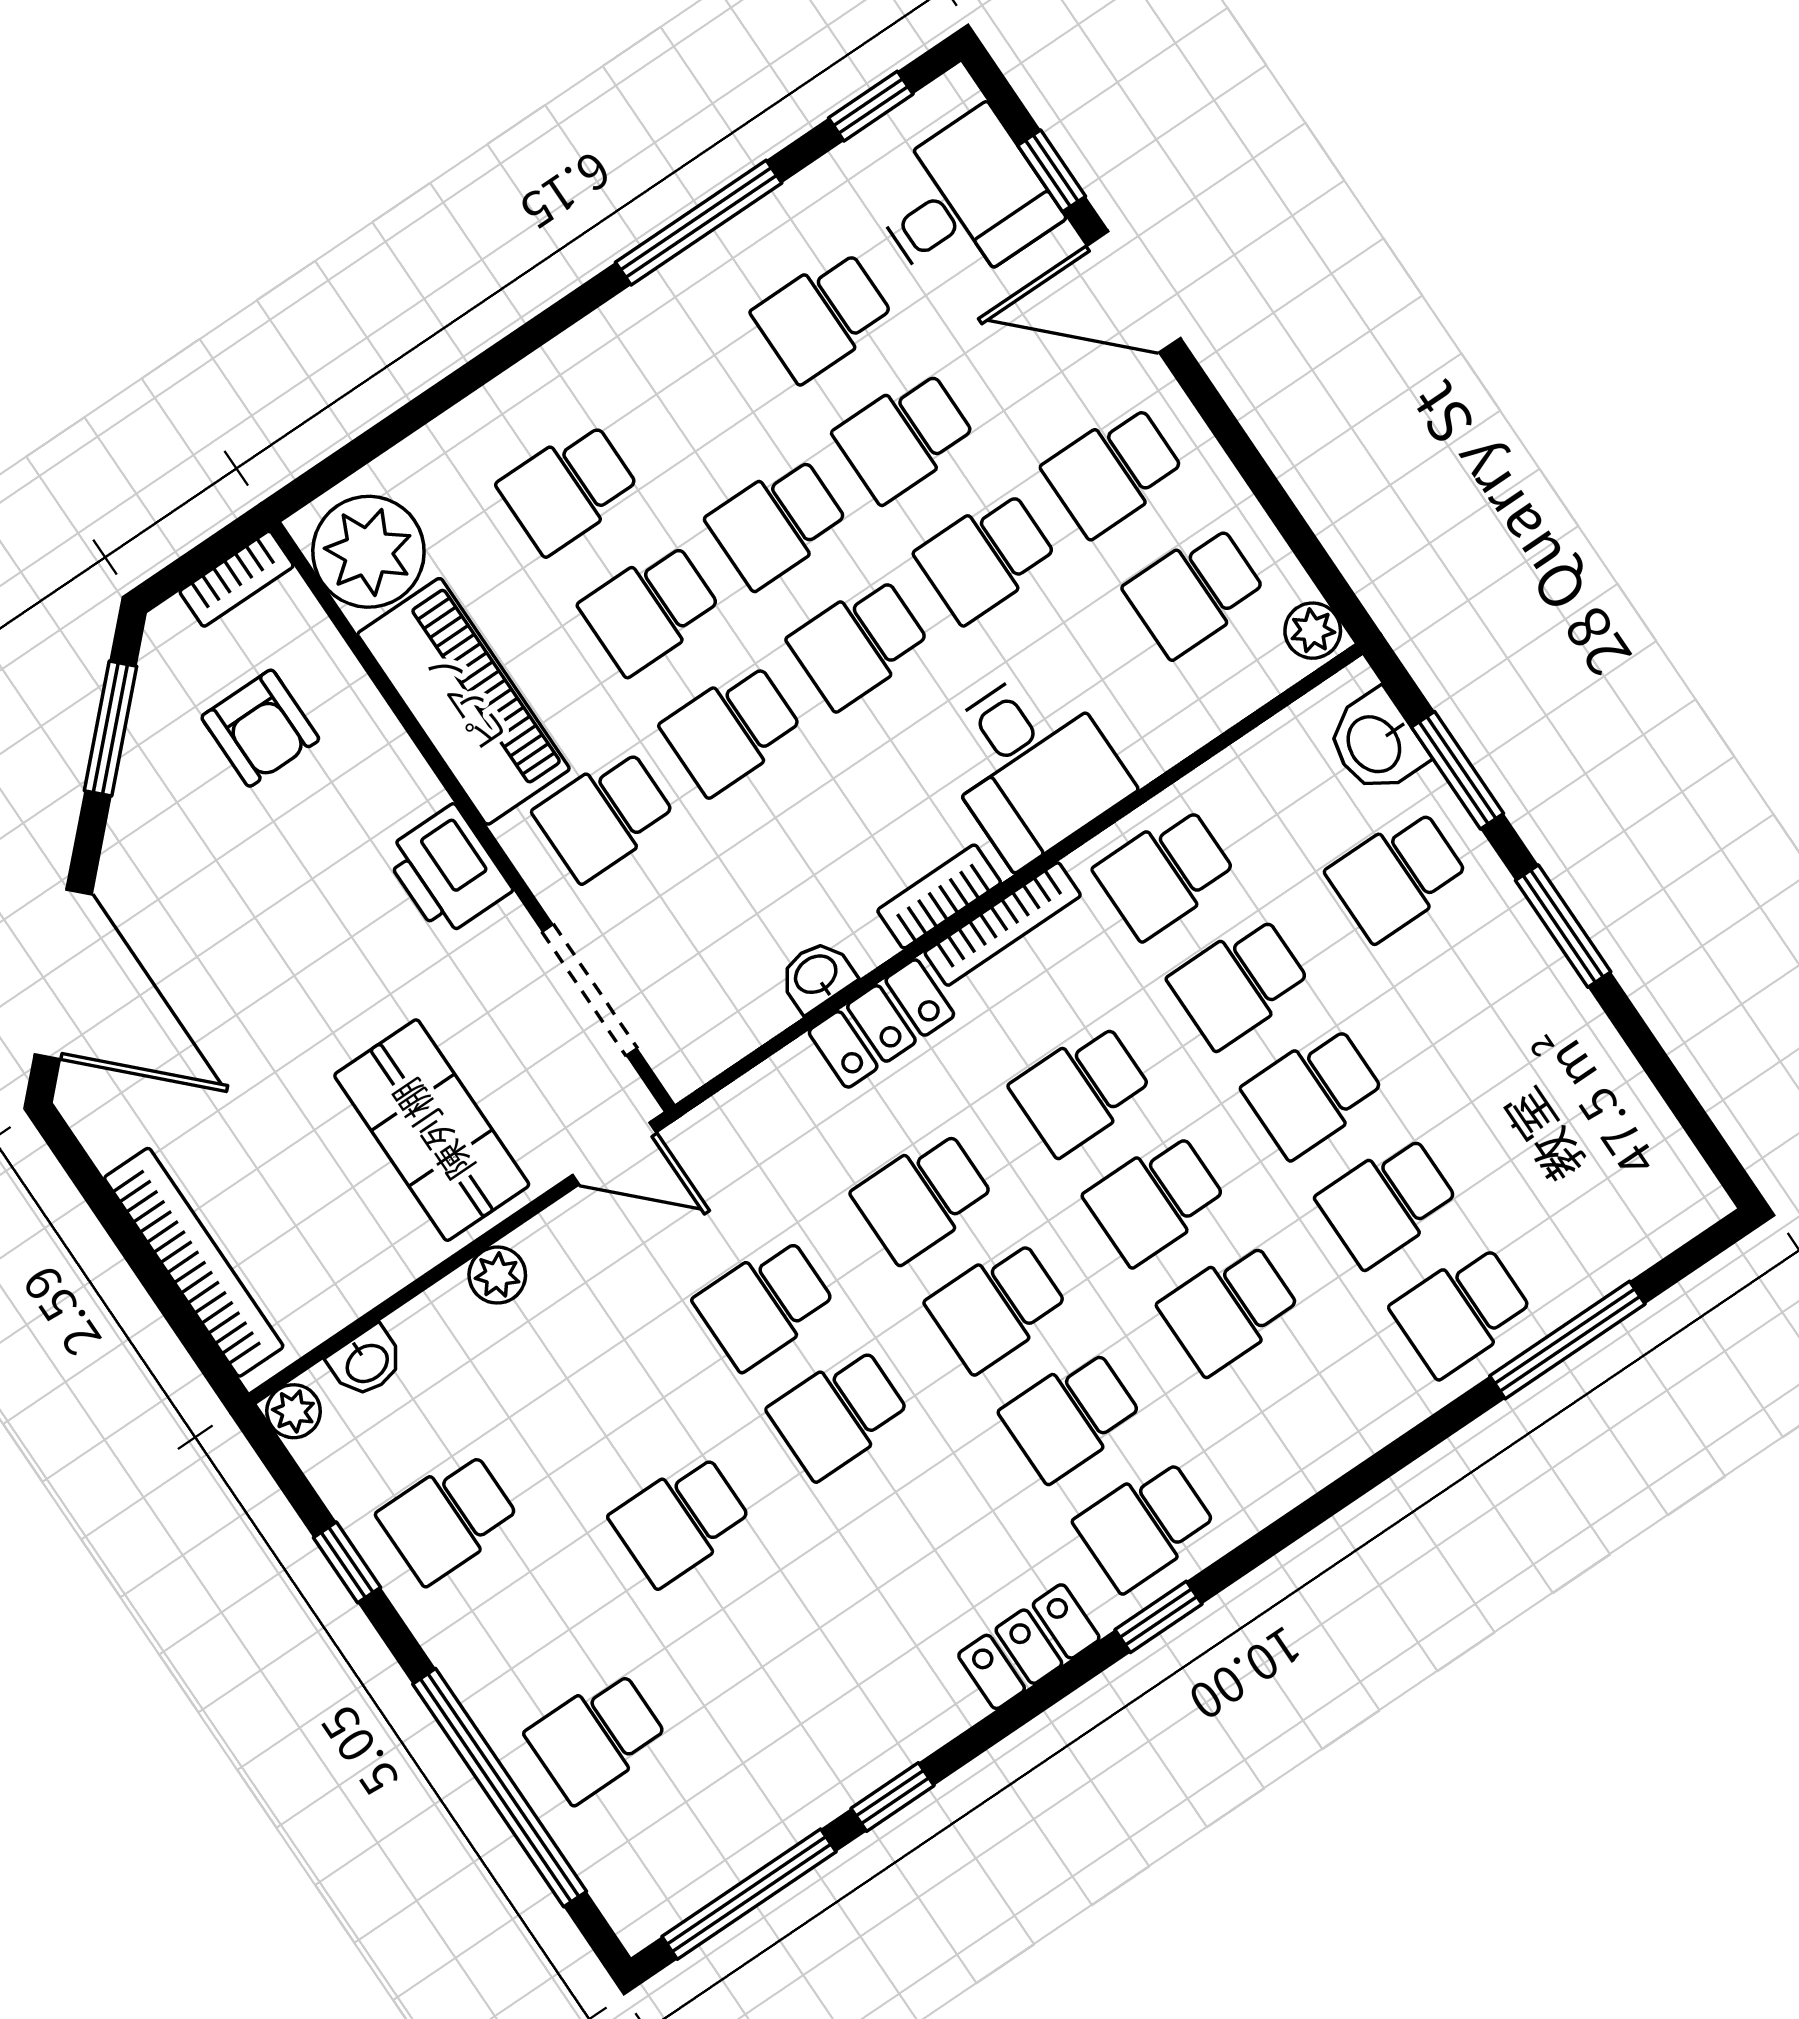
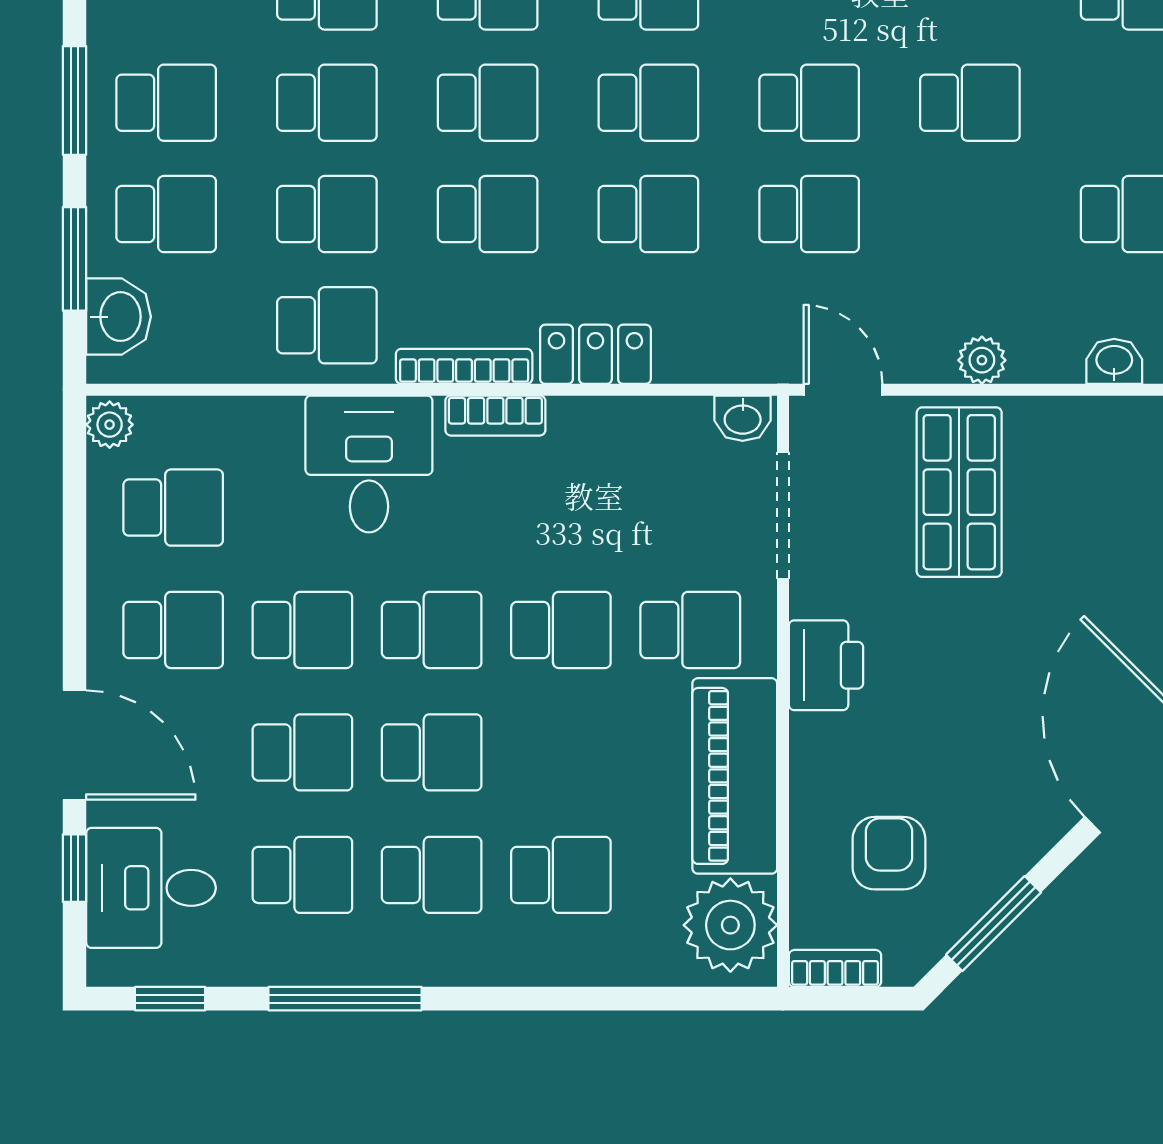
school desk: (650, 609) -> (432, 875), moved
washbasin: (817, 976) -> (743, 418), moved
school desk: (1471, 985) -> (166, 103), added

